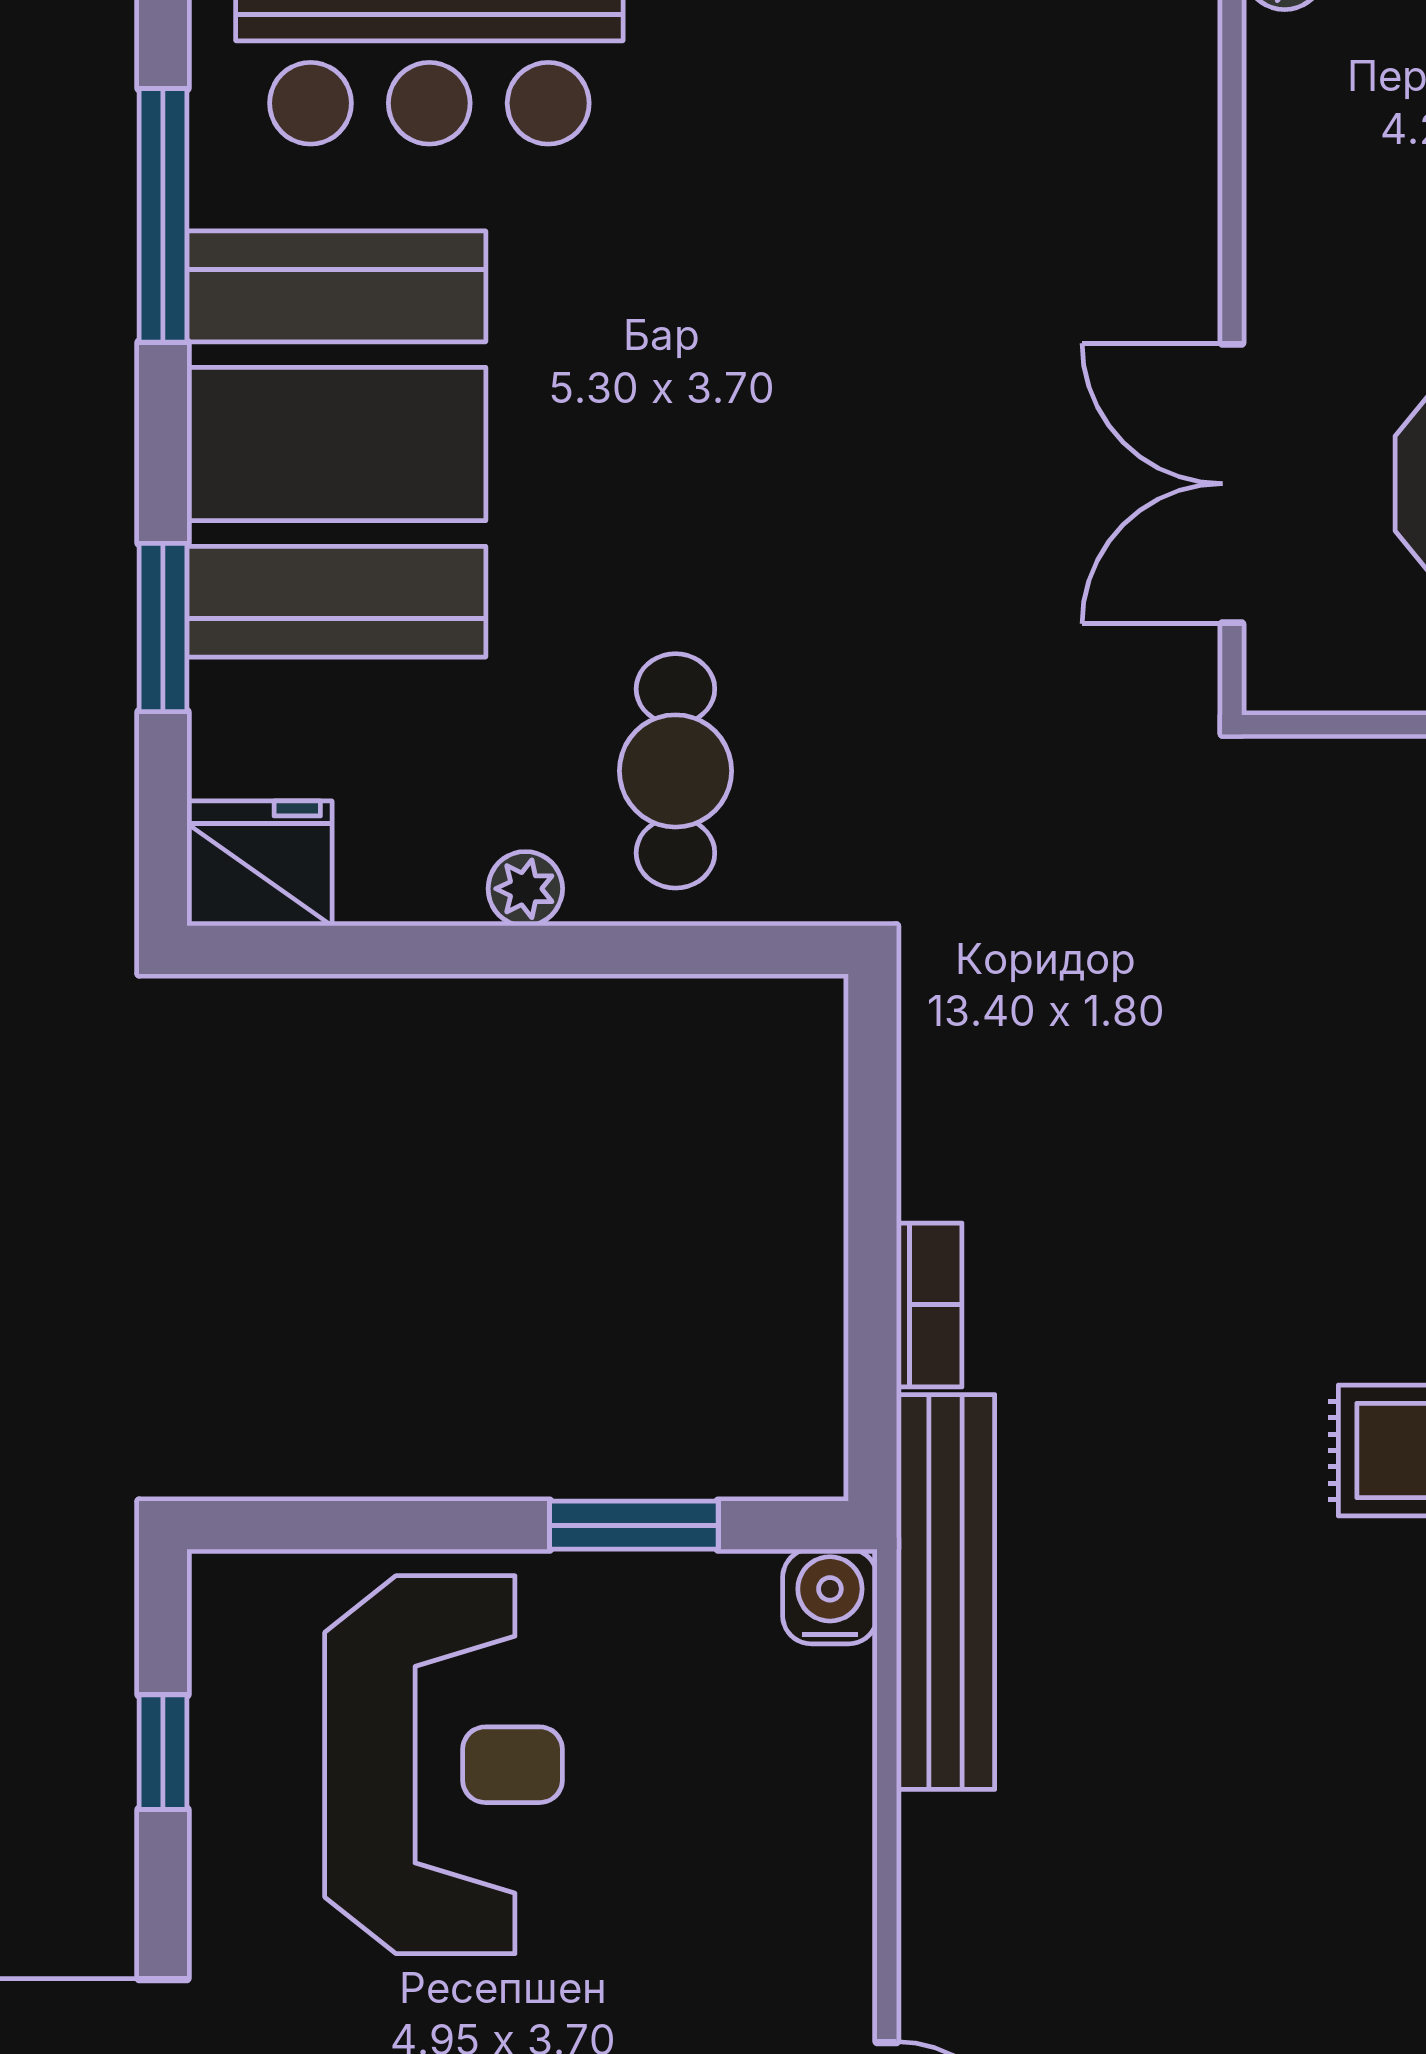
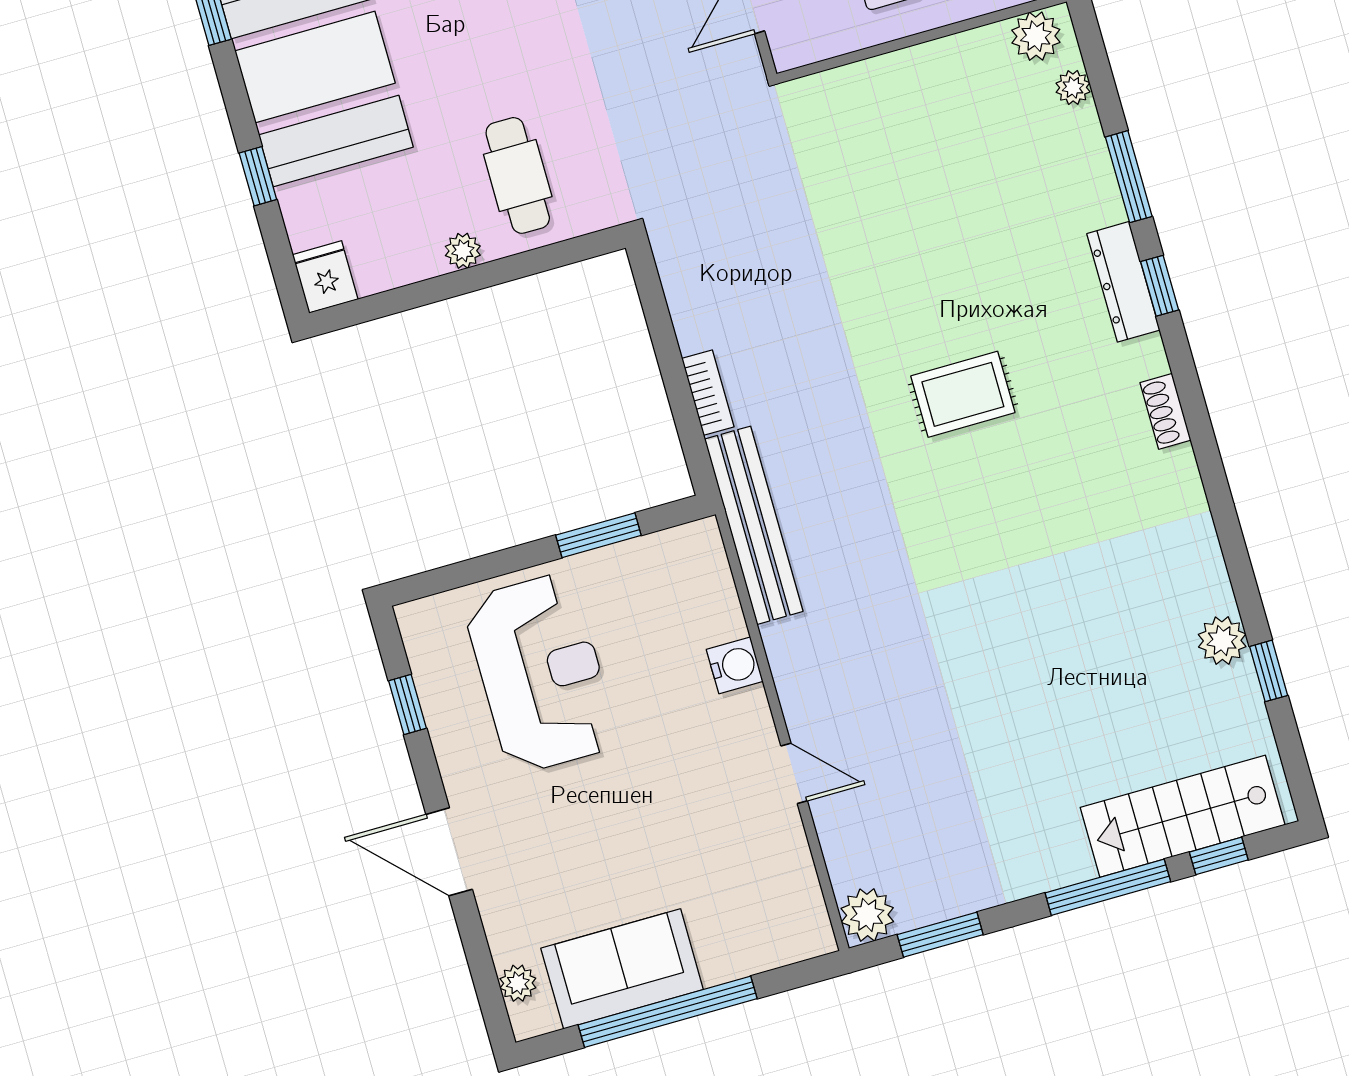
window: (163, 628) -> (258, 176), width x0.67
fridge: (260, 863) -> (325, 277), width x0.72
water cooler: (830, 1596) -> (735, 665), moved, turned 90

